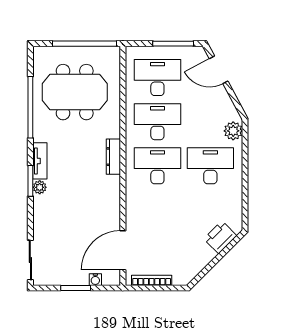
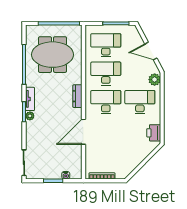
door: (219, 70) -> (151, 51), moved
printer: (220, 237) -> (154, 133), moved, turned -45
door: (123, 250) -> (83, 132), moved

